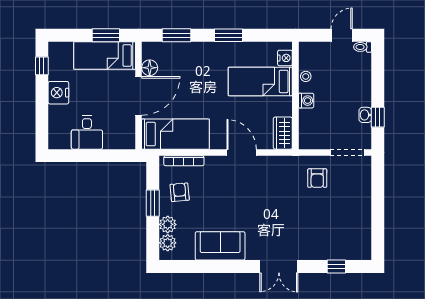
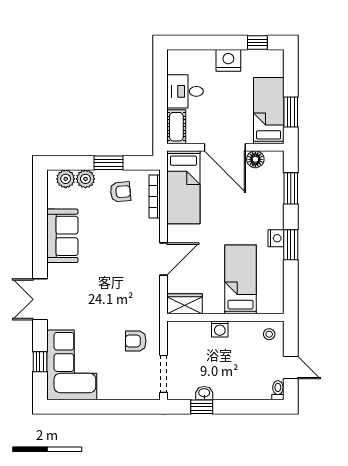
nightstand: (285, 58) -> (276, 238), moved, turned -90
stool: (306, 76) -> (269, 334), moved
cot: (120, 141) -> (176, 127), added
corner sofa: (339, 237) -> (72, 365), added

